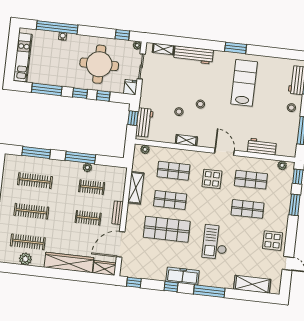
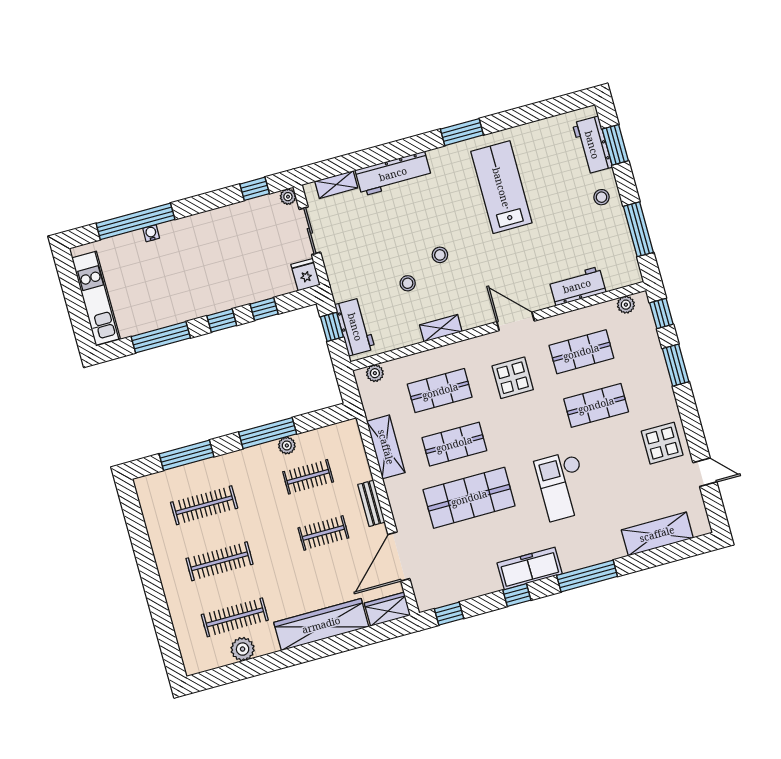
round table: (99, 64) -> (235, 256), removed

